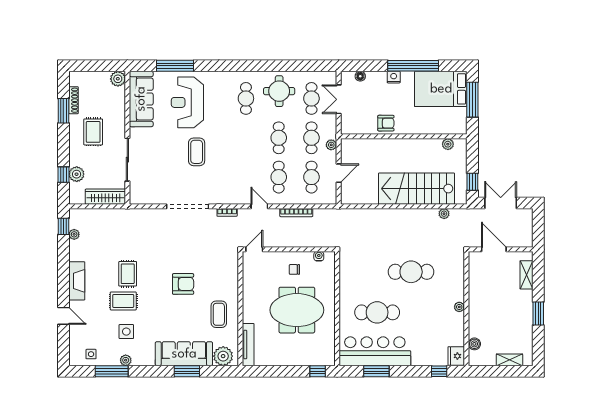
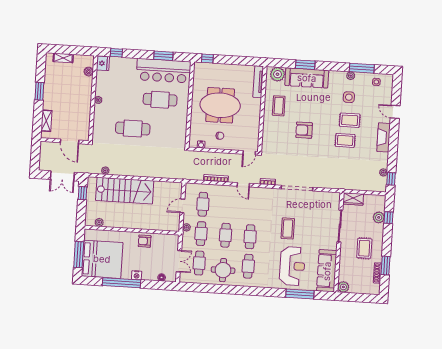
bed: (441, 89) -> (102, 259), width x1.36
cafe table: (279, 177) -> (250, 237), moved
wardrobe: (105, 197) -> (353, 199), width x0.67
rug: (128, 274) -> (345, 140), turned 90

